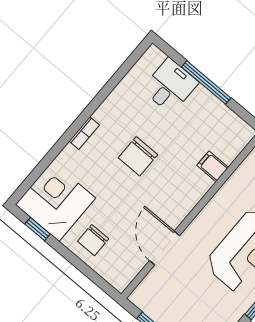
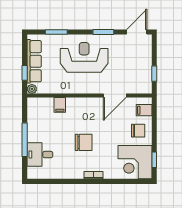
filing cabinet: (113, 270) -> (144, 110), added

